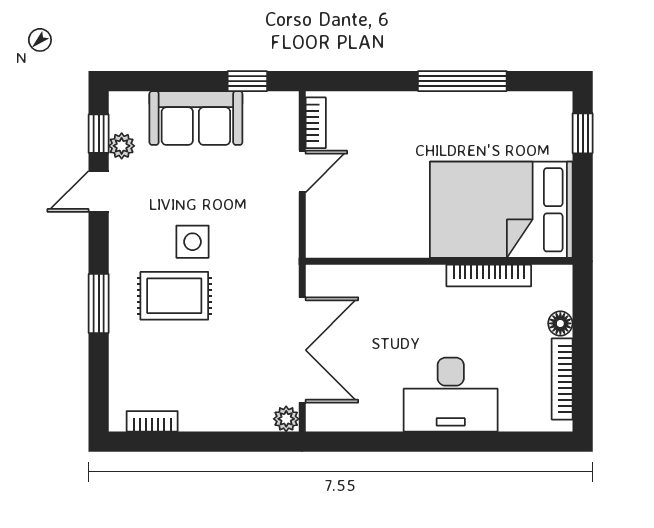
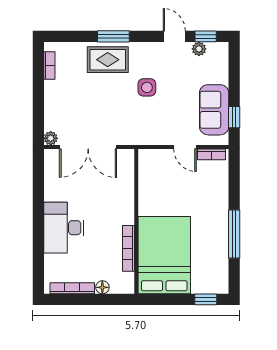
sofa: (196, 118) -> (214, 110), moved
rug: (174, 296) -> (108, 60), moved, turned 90

